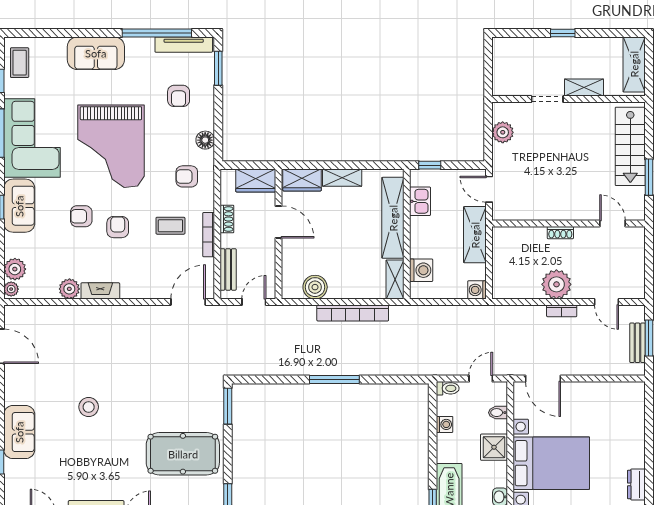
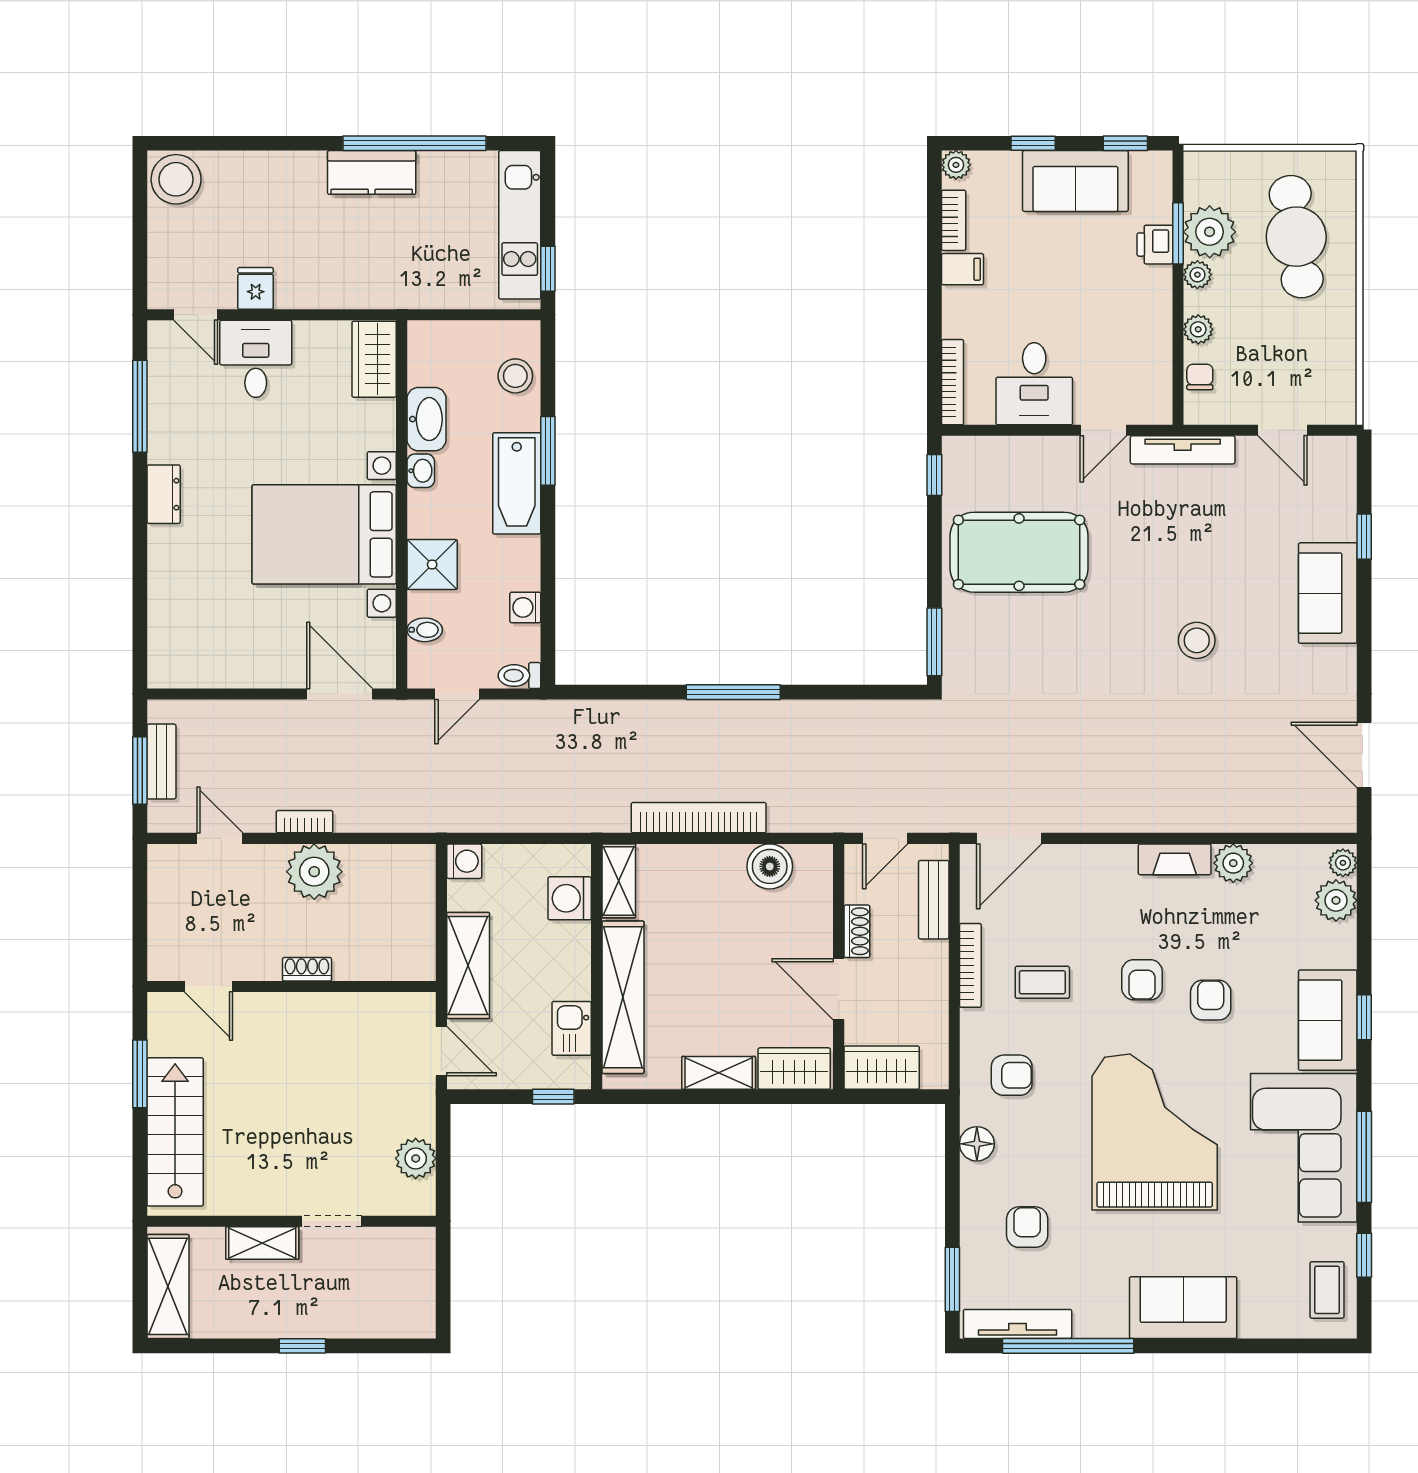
armchair: (81, 216) -> (1211, 1000), turned -90
shoe rack: (227, 219) -> (857, 931), moved, turned 180

